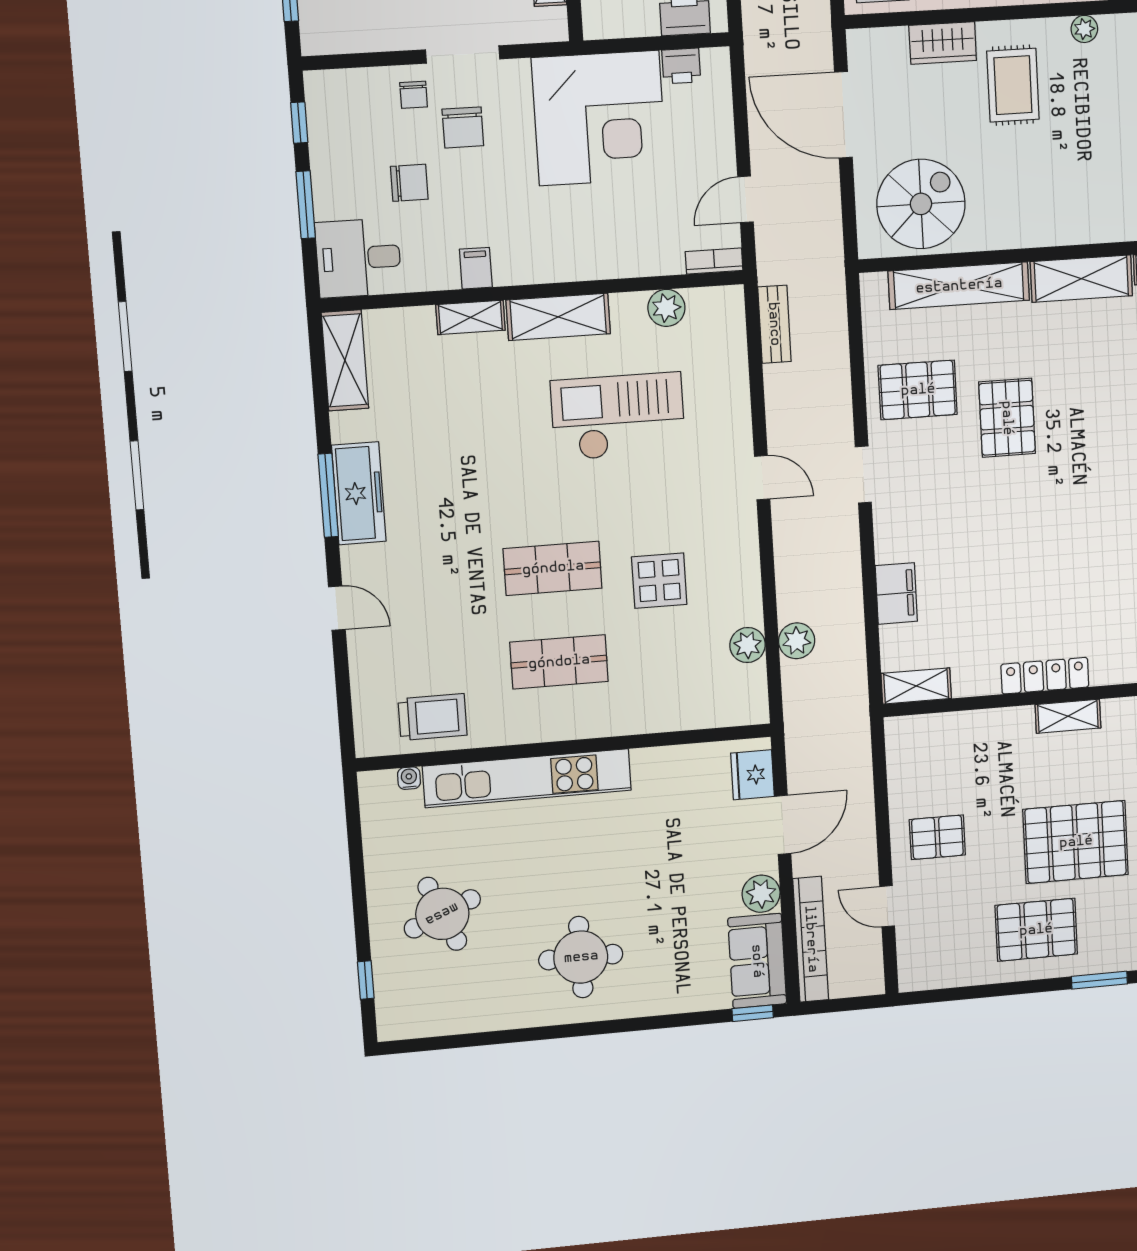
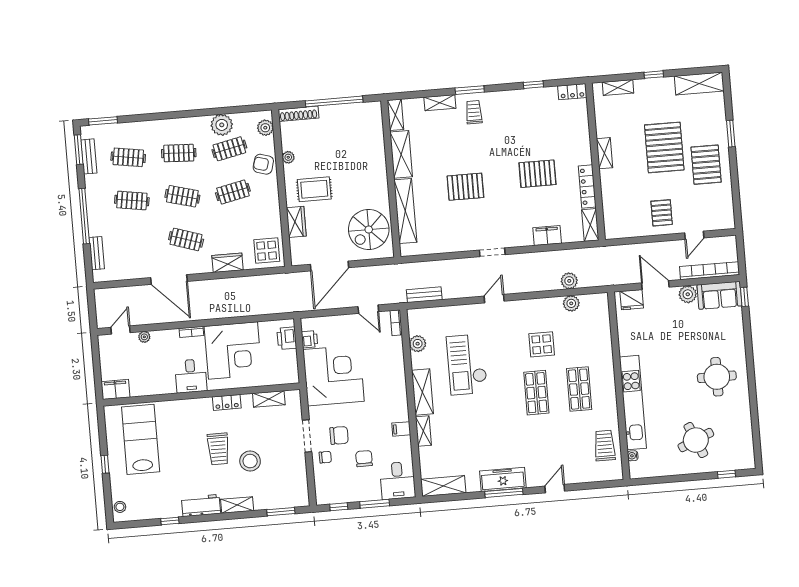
spiral stairs: (921, 204) -> (369, 230), turned -90
pallet: (918, 390) -> (537, 174), moved, turned 90
locker: (1045, 676) -> (587, 187), moved

